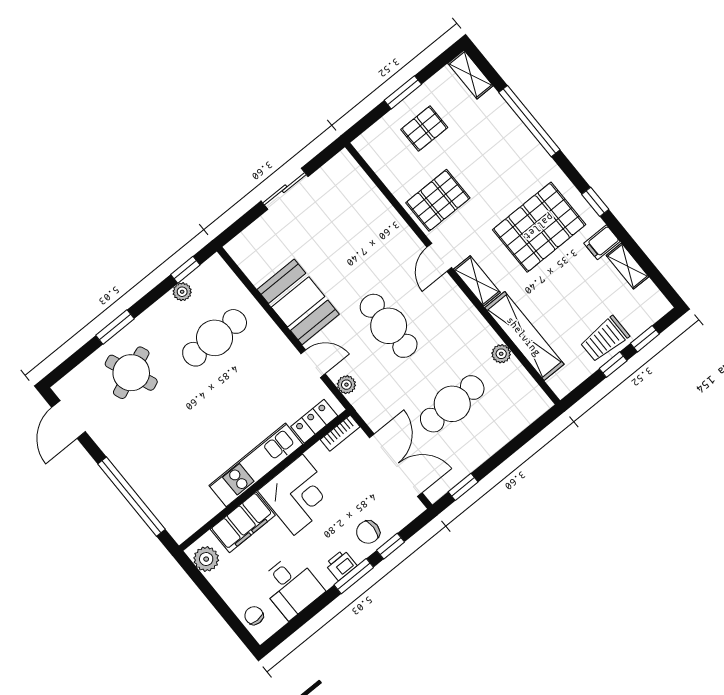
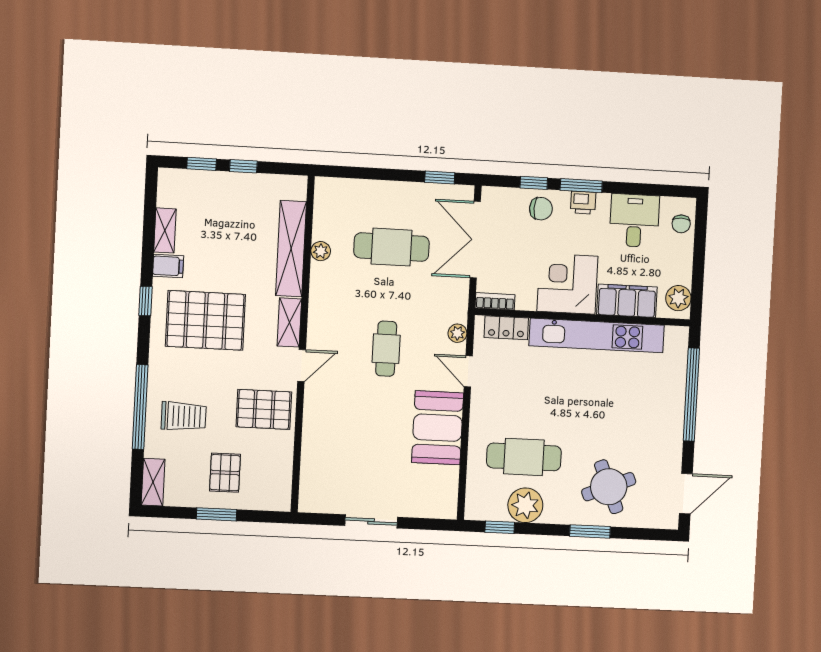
pallet: (424, 128) -> (225, 473), turned 90
plant: (182, 292) -> (525, 505), width x1.87, depth x1.87
cafe table: (389, 326) -> (386, 349), width x0.73, depth x0.74
trolley: (605, 339) -> (184, 416), moved
kitchen unit: (256, 465) -> (597, 335), width x1.36

